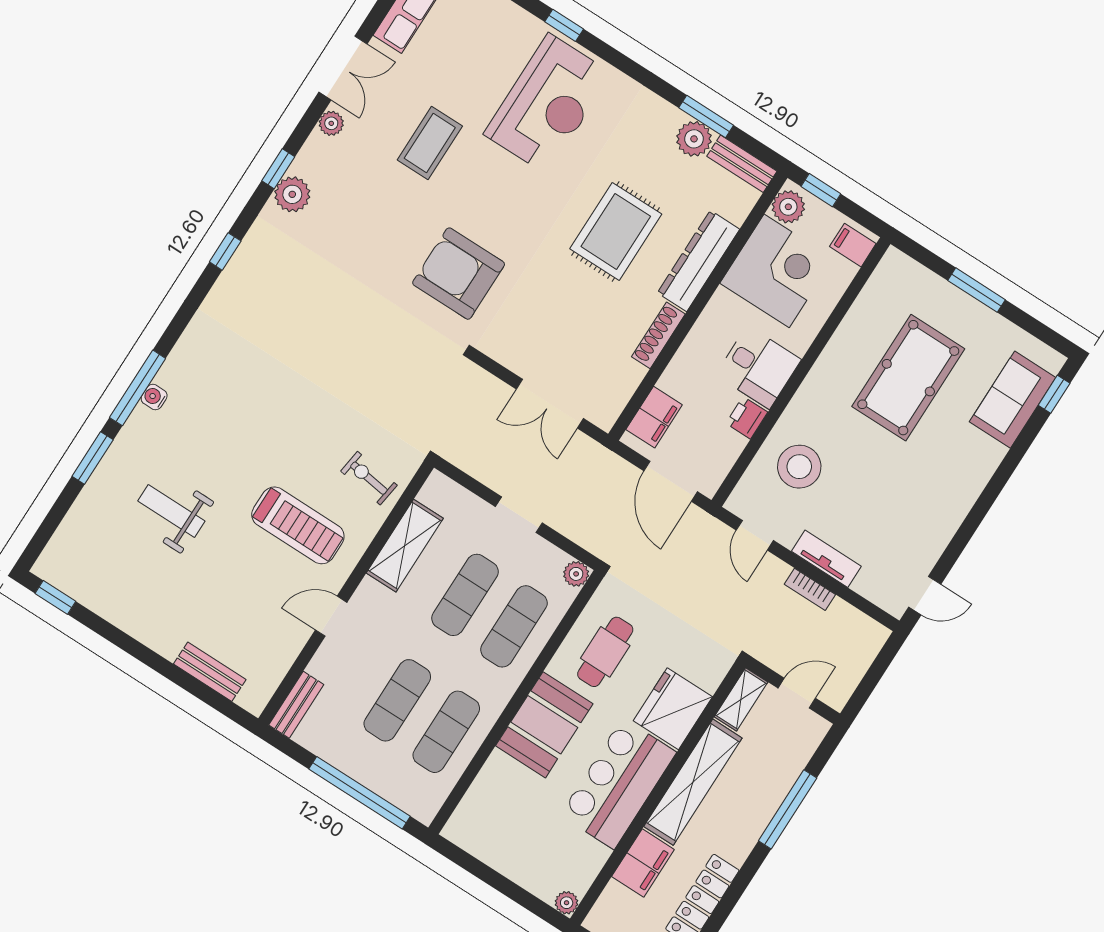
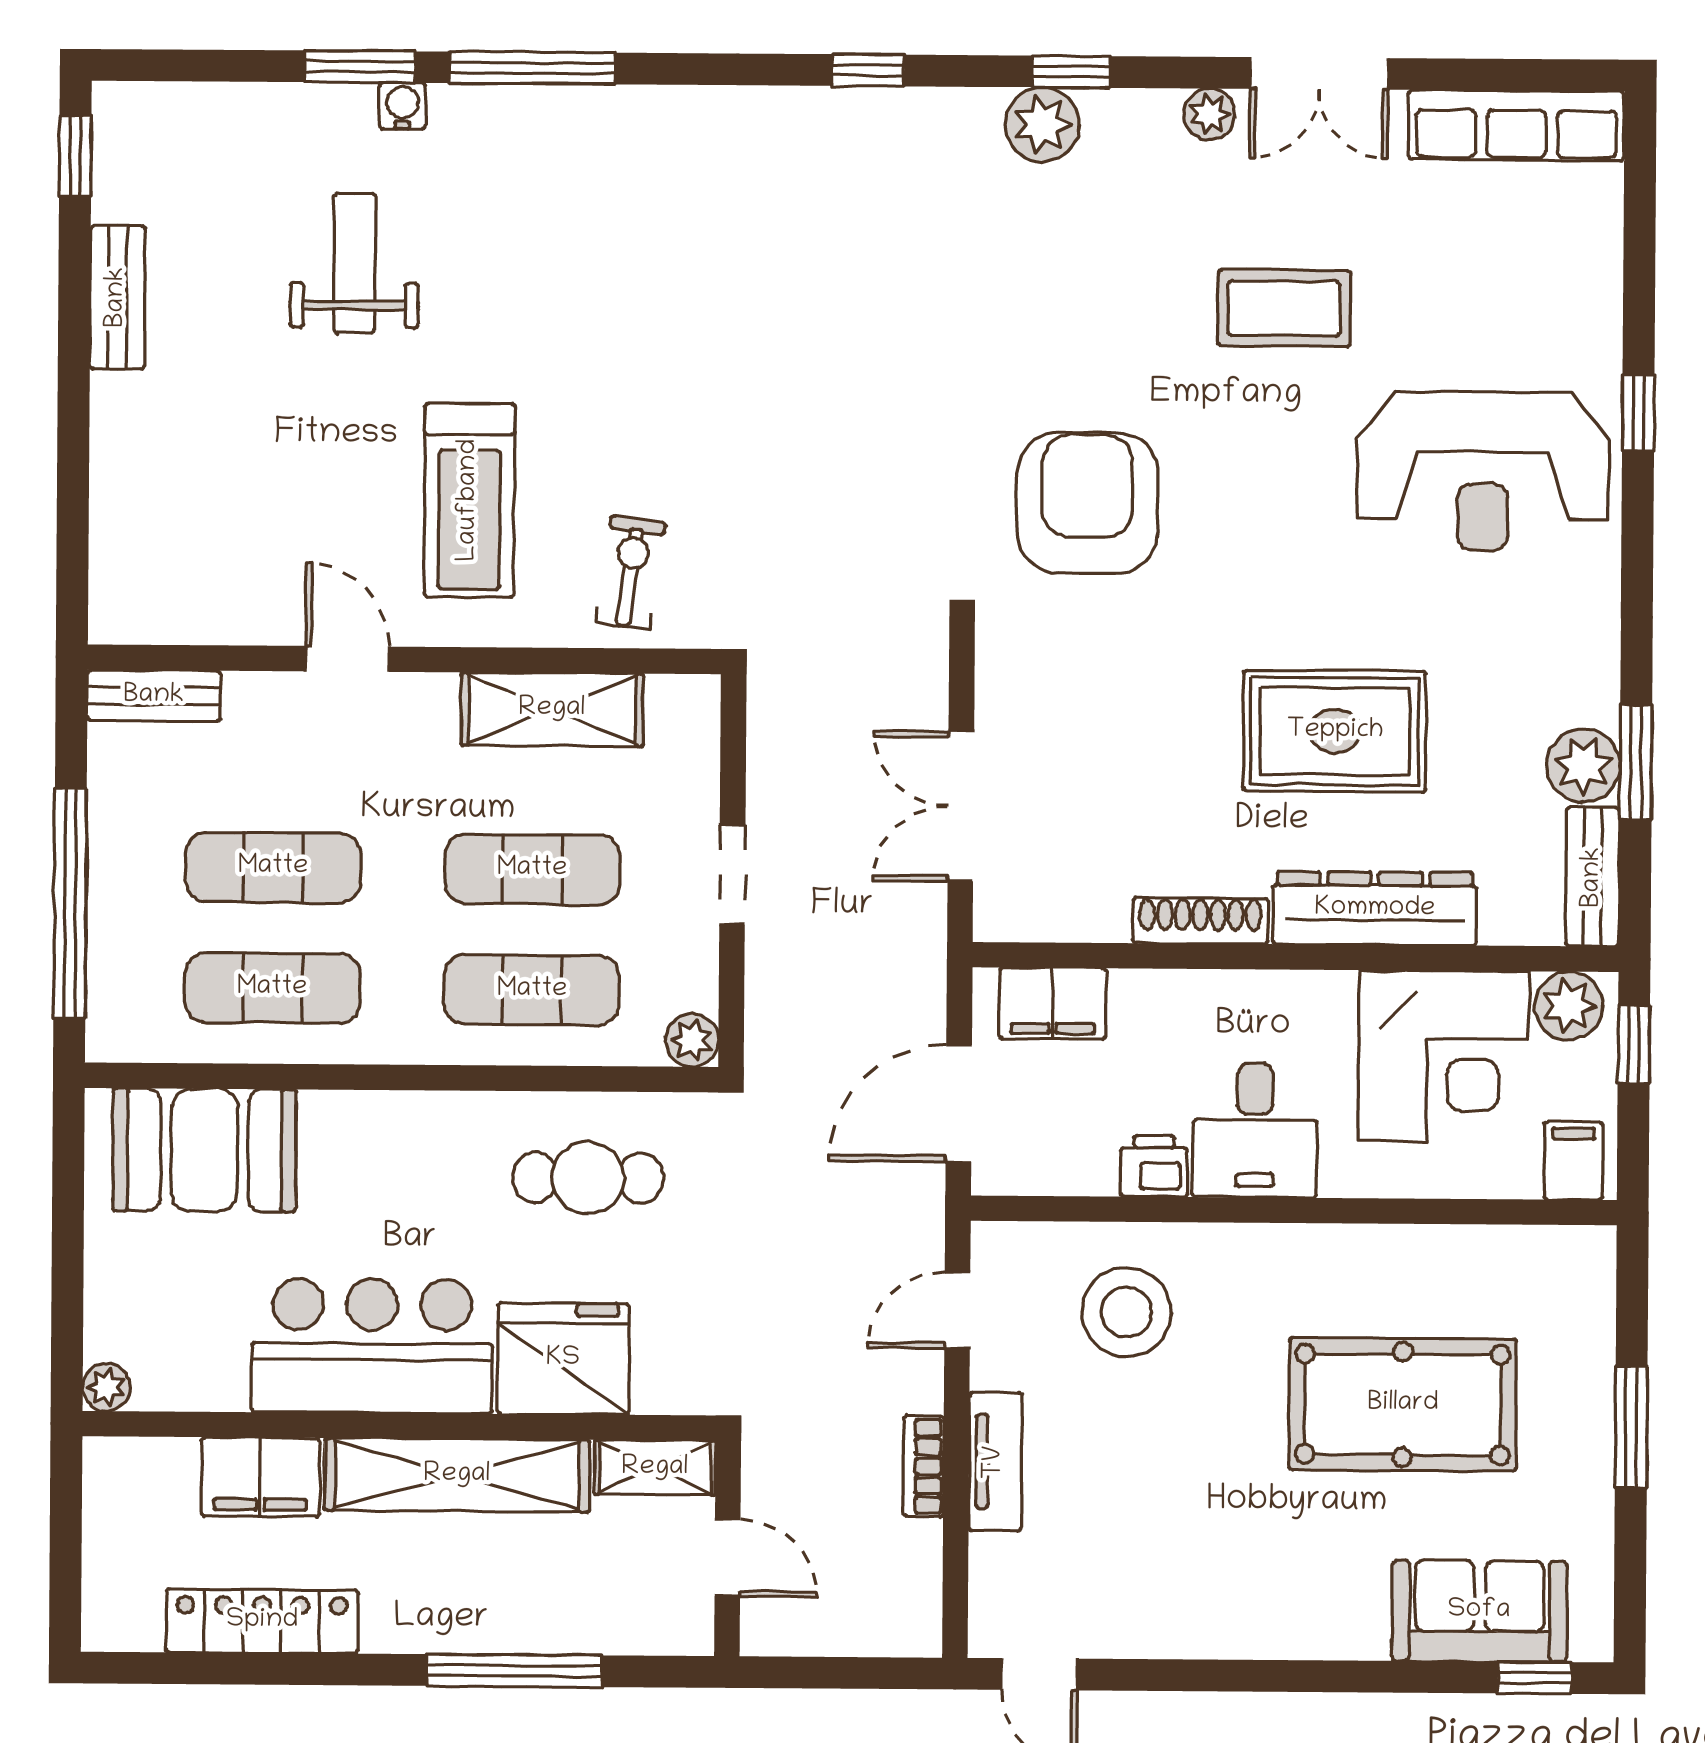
water cooler: (154, 397) -> (403, 106), moved
bench: (210, 672) -> (117, 297), moved
booth: (544, 725) -> (205, 1150), moved

